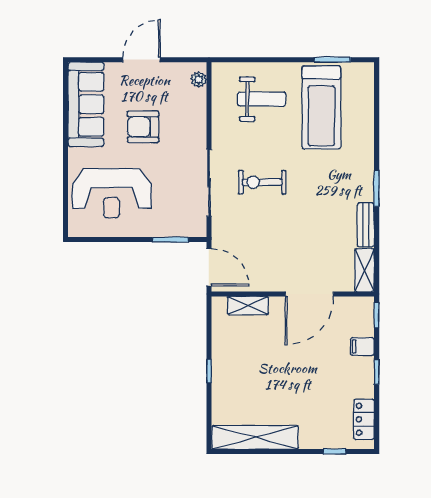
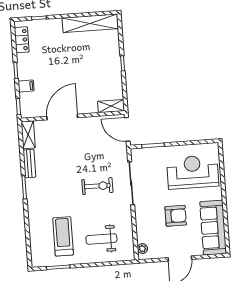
treadmill: (321, 107) -> (63, 236), width x0.73, depth x0.73
shelving: (248, 306) -> (111, 106), moved

